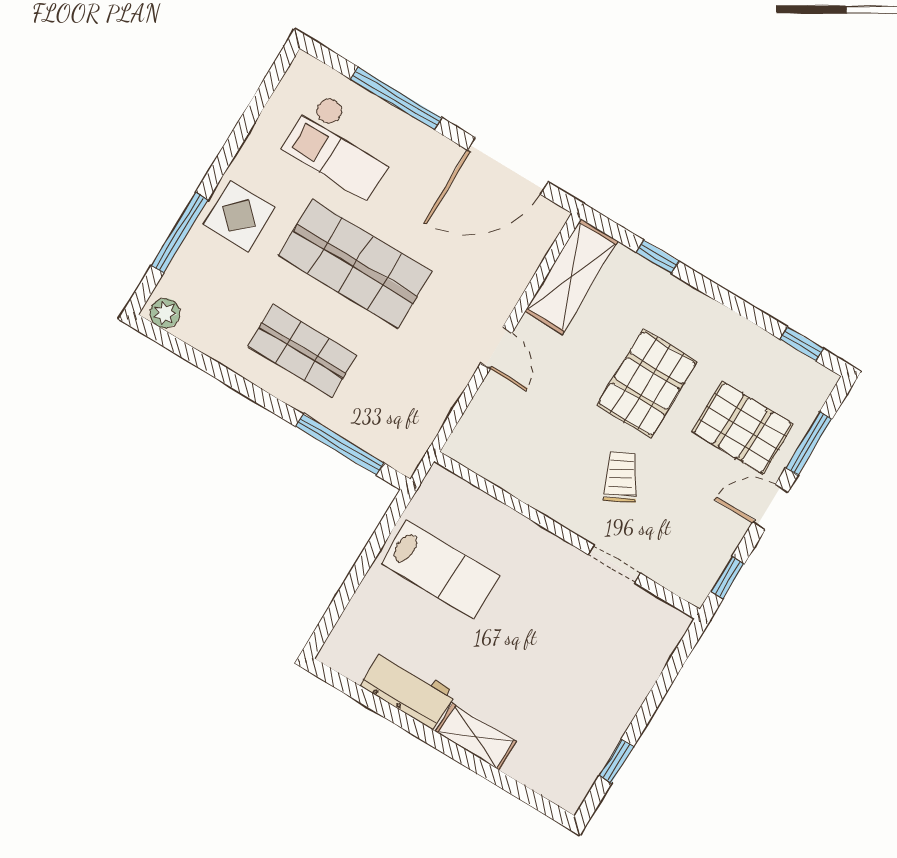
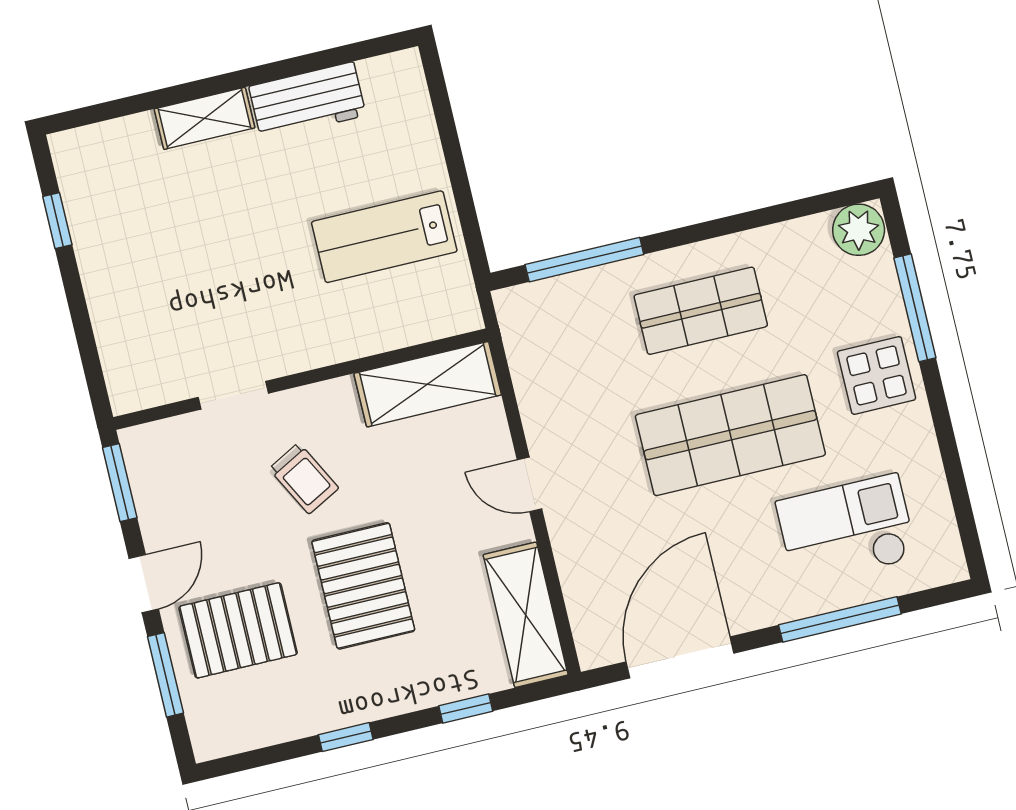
plant: (165, 313) -> (859, 230), width x1.38, depth x1.38
window: (801, 344) -> (346, 737), moved
shelving: (498, 462) -> (428, 384), added
window: (727, 578) -> (120, 483), width x1.50

